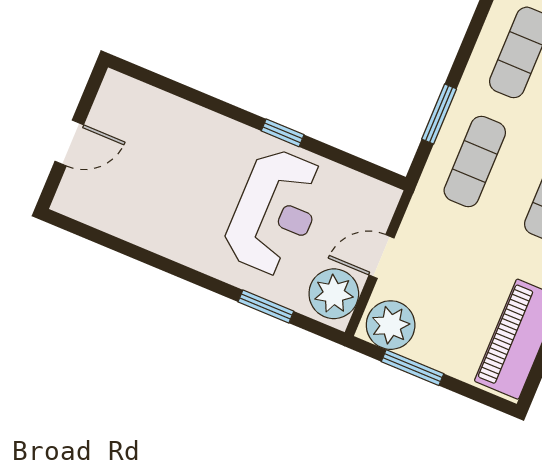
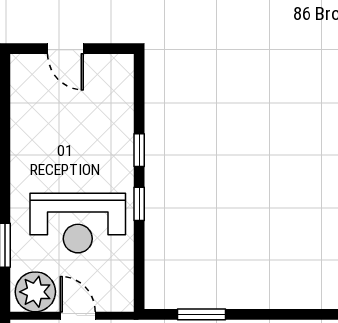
window: (221, 107) -> (139, 150), added

